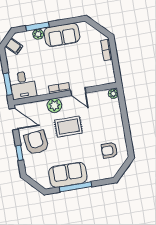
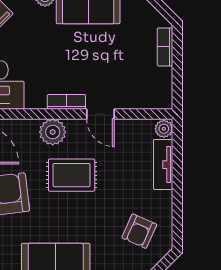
tv unit: (116, 113) -> (163, 165), added
armchair: (109, 150) -> (139, 231), turned -66

